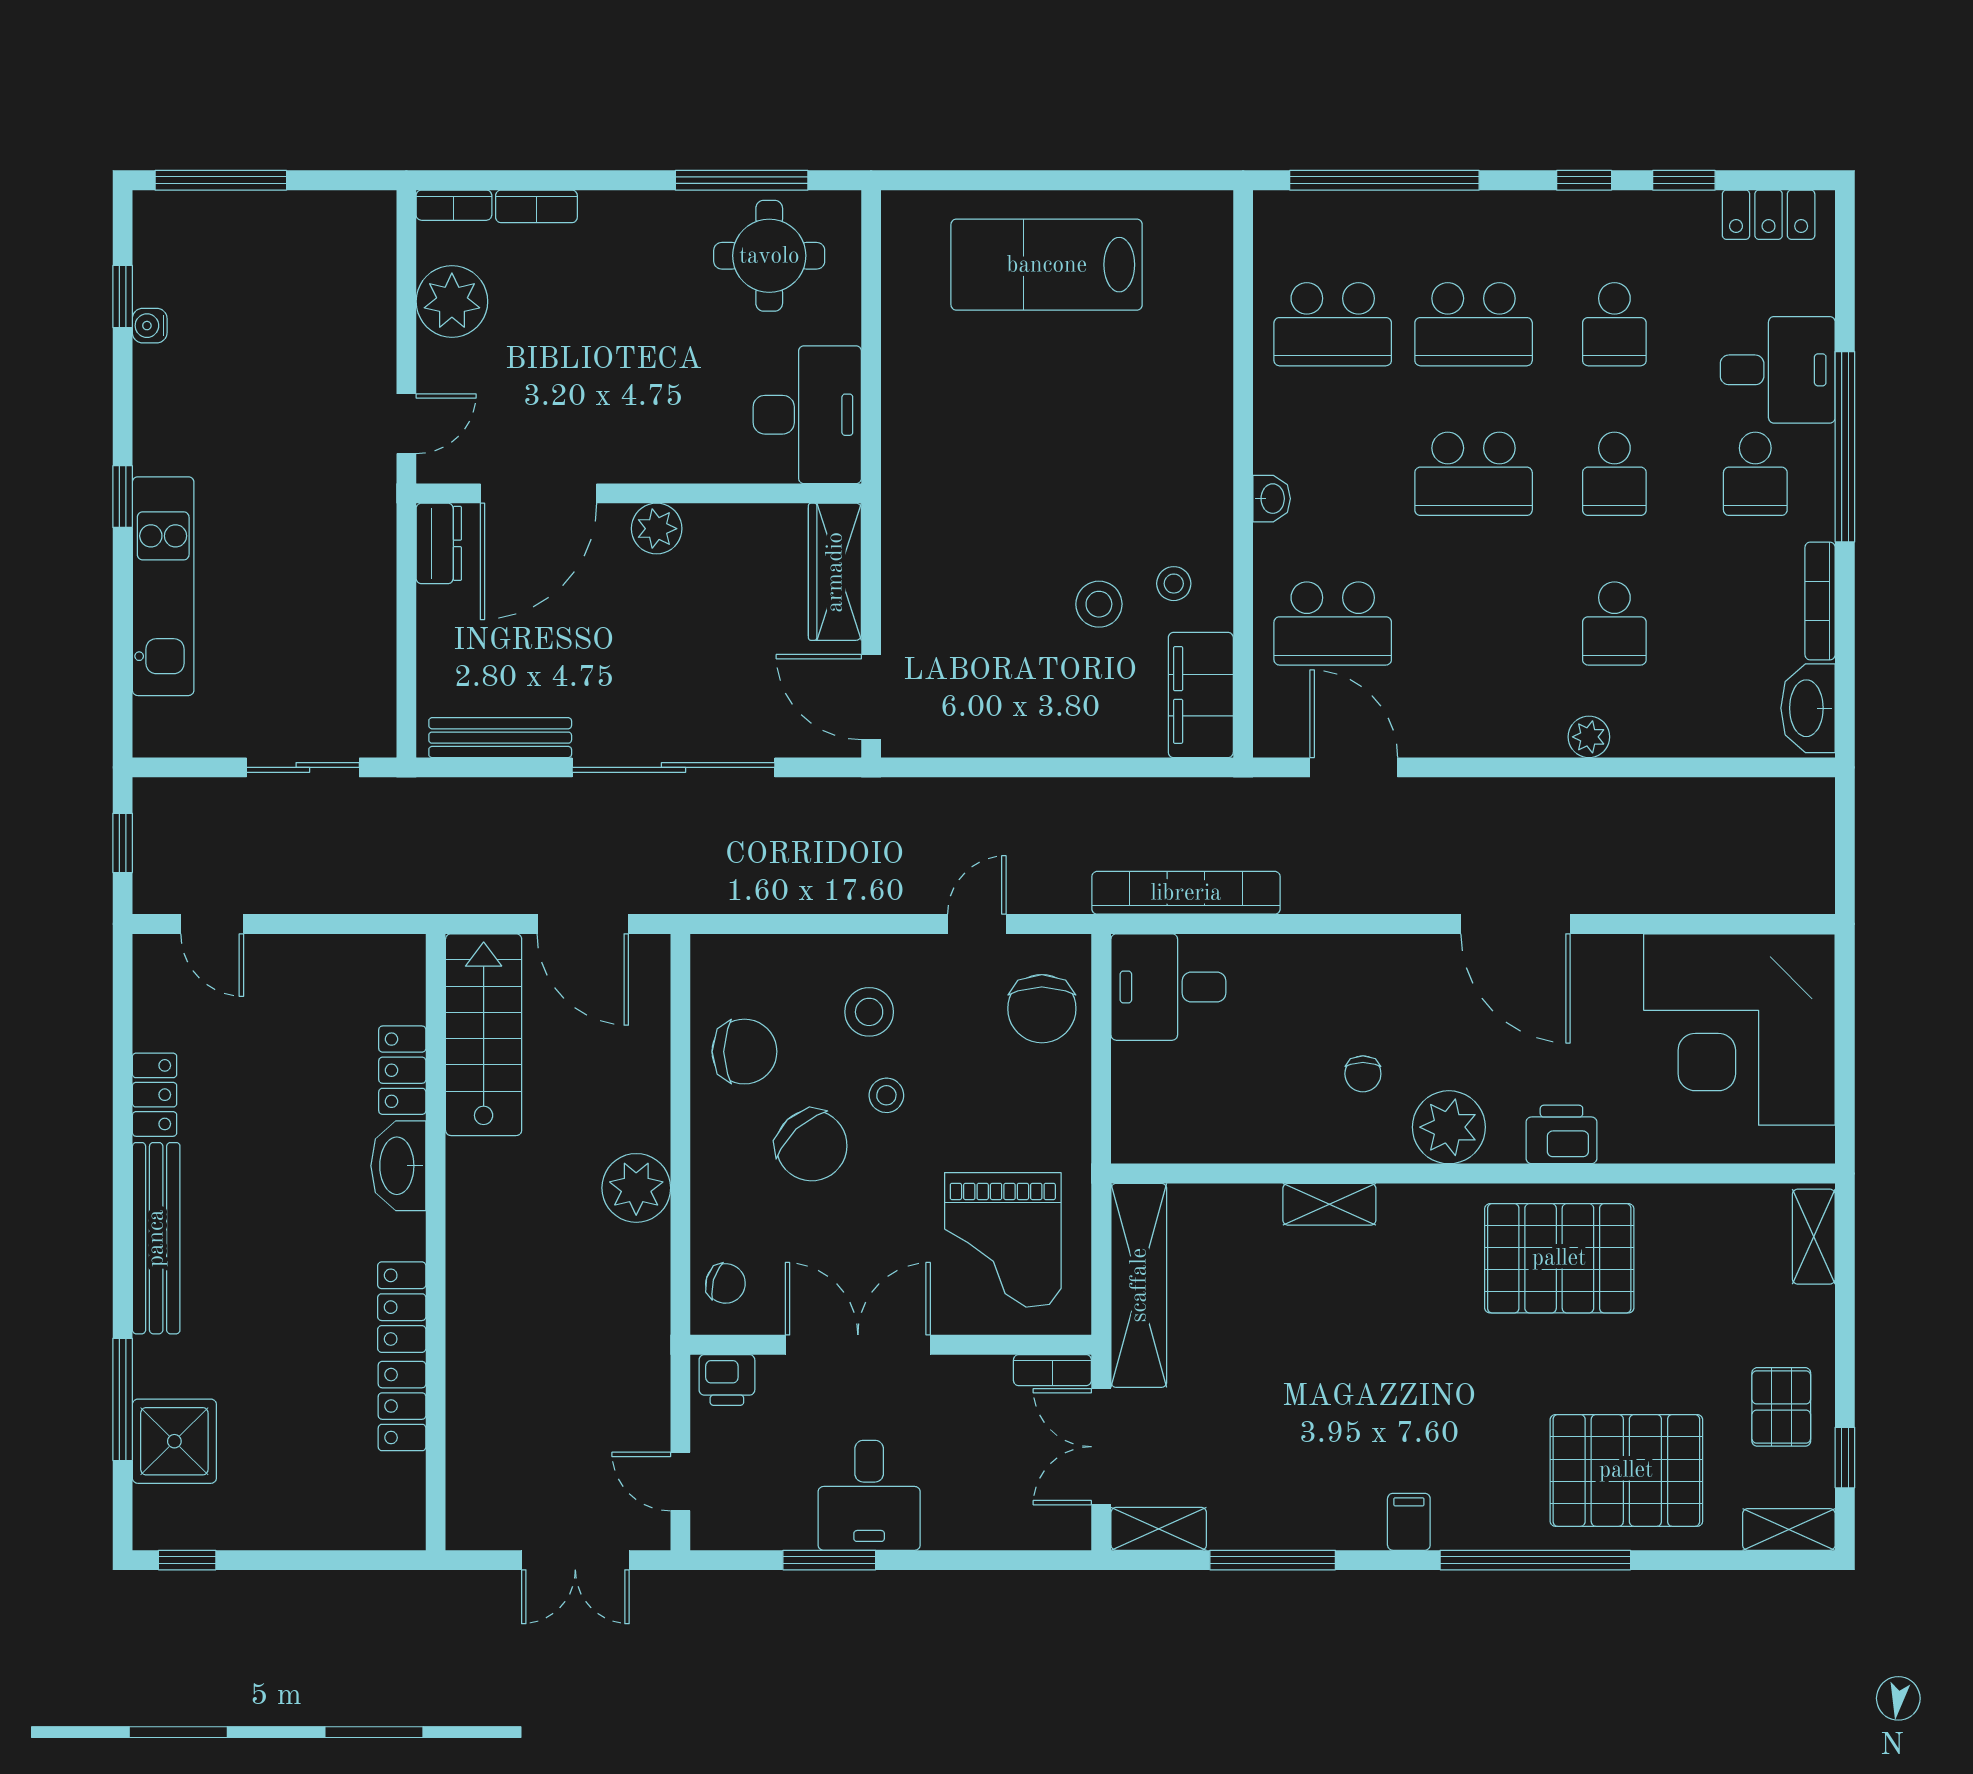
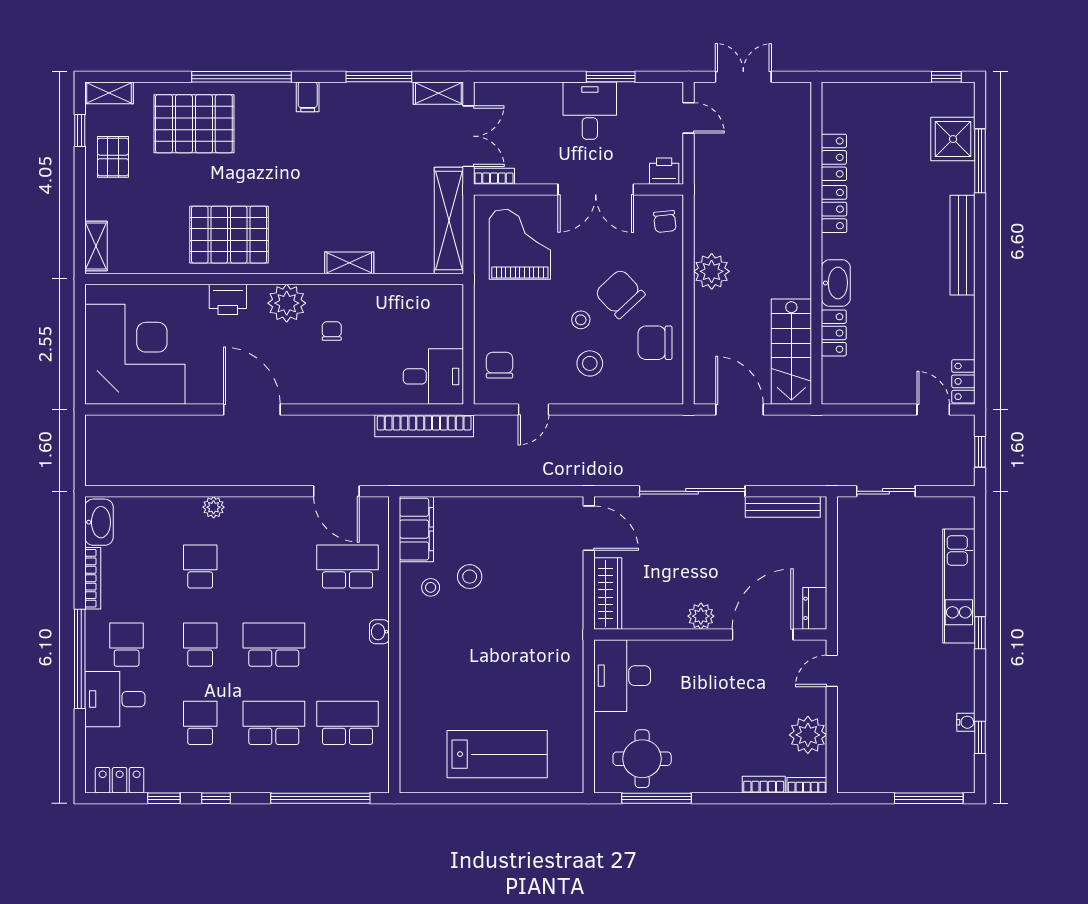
chair: (1042, 1009) -> (499, 365), width x0.73, depth x0.73
locker: (155, 1095) -> (963, 381), moved
chair: (725, 1283) -> (665, 221), turned -112

